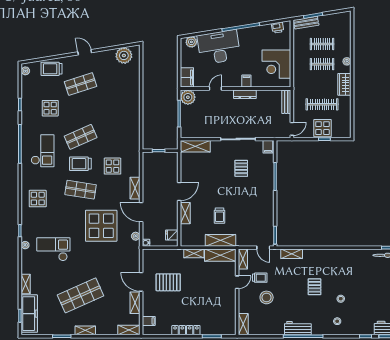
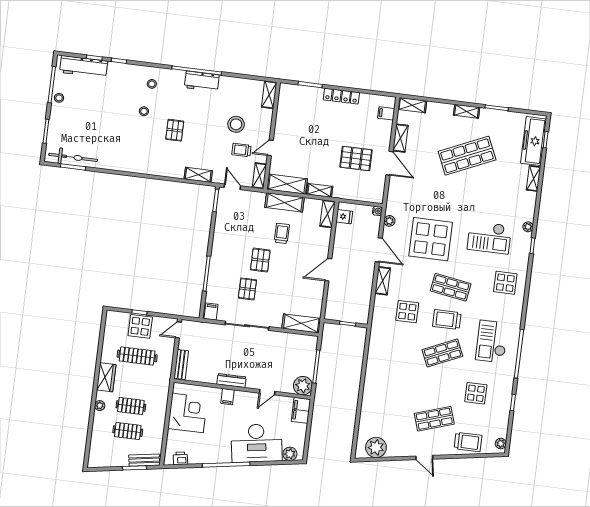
trolley: (80, 164) -> (447, 320), turned 180
pallet: (234, 192) -> (260, 260), added
shelving: (185, 213) -> (328, 214), moved
checkout: (53, 249) -> (489, 238), moved

